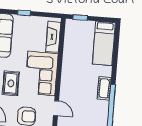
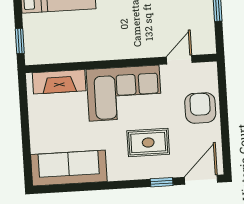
window: (24, 13) -> (26, 137), removed

